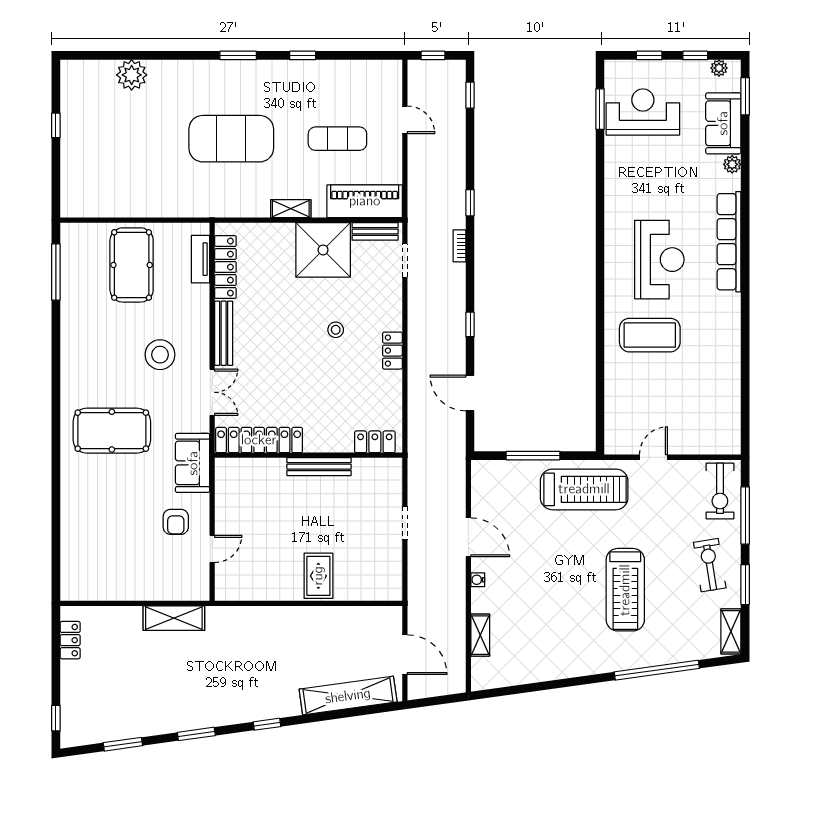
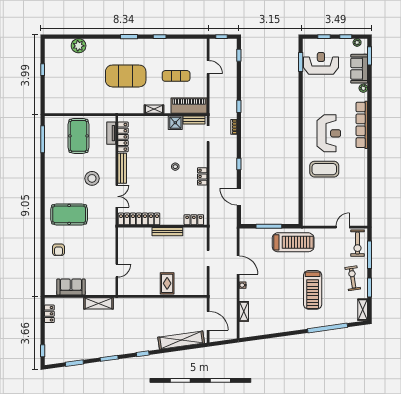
shower: (323, 250) -> (175, 123), width x0.54, depth x0.54
door: (653, 457) -> (343, 227), moved
sofa: (193, 463) -> (71, 287), moved, turned 90
armchair: (176, 522) -> (58, 250), moved

